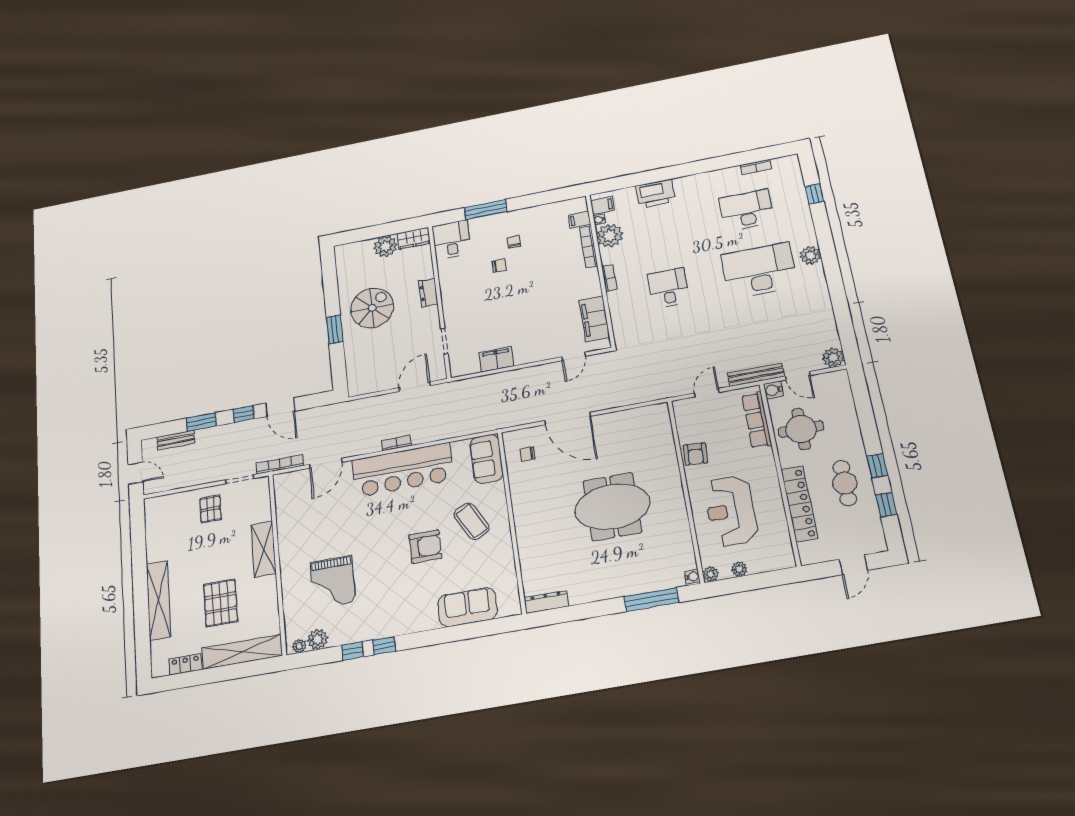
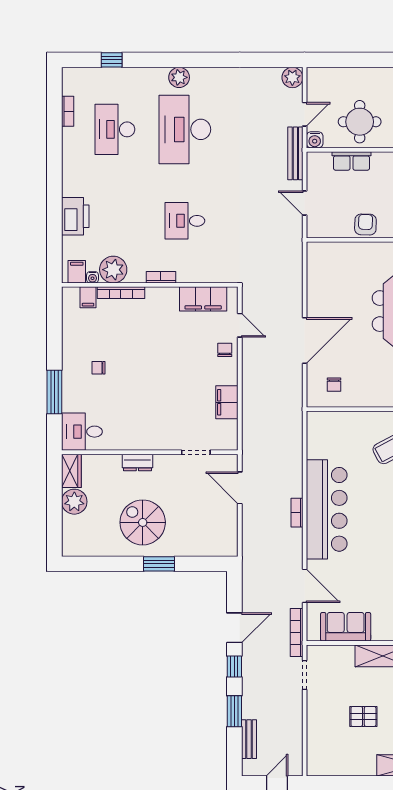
chair: (499, 266) -> (225, 350), moved
row of seats: (757, 420) -> (351, 161), width x0.68
armchair: (695, 454) -> (365, 224), turned -92
sofa: (487, 459) -> (346, 627), moved, turned 180
pallet: (210, 509) -> (363, 716), moved

